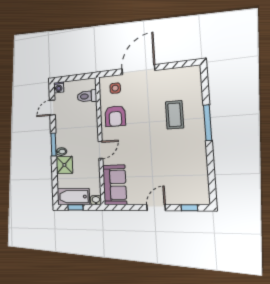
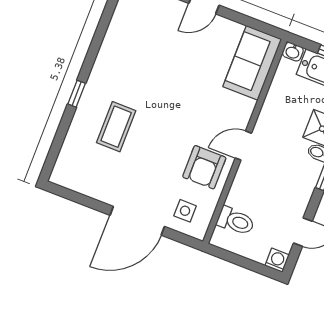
armchair: (115, 116) -> (204, 167), turned 180
window: (208, 123) -> (77, 94), width x0.46
door: (101, 150) -> (243, 146), moved

